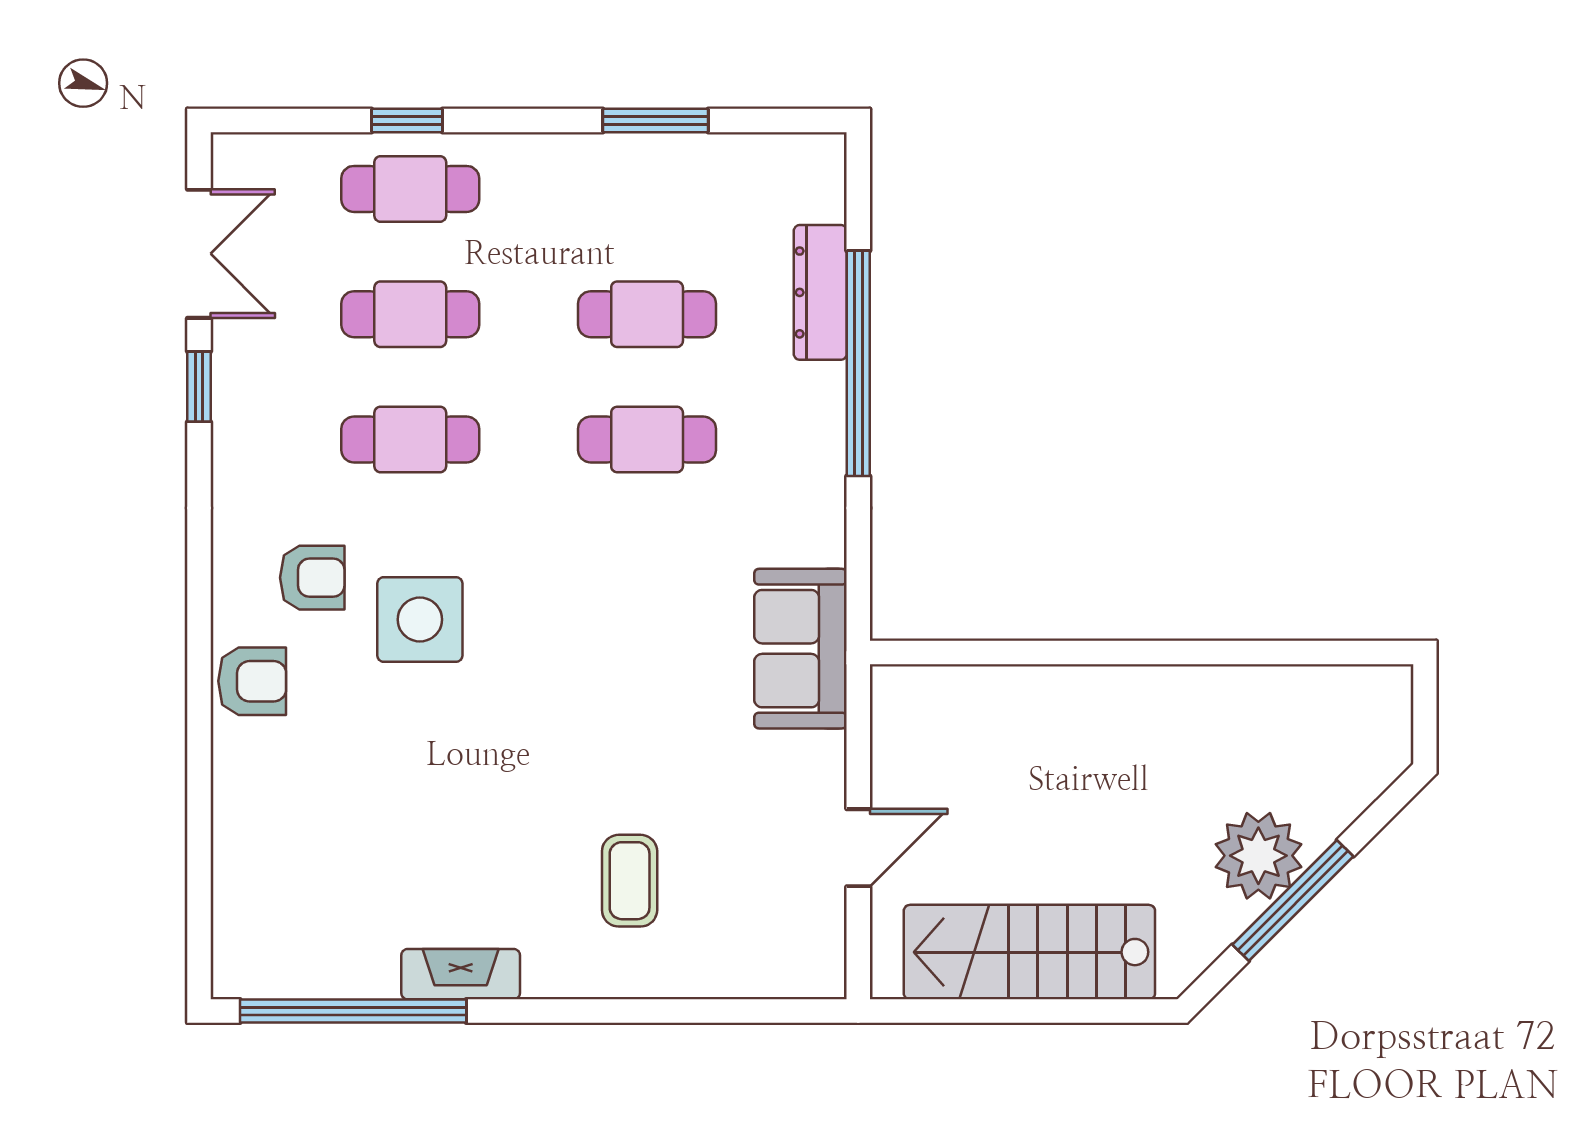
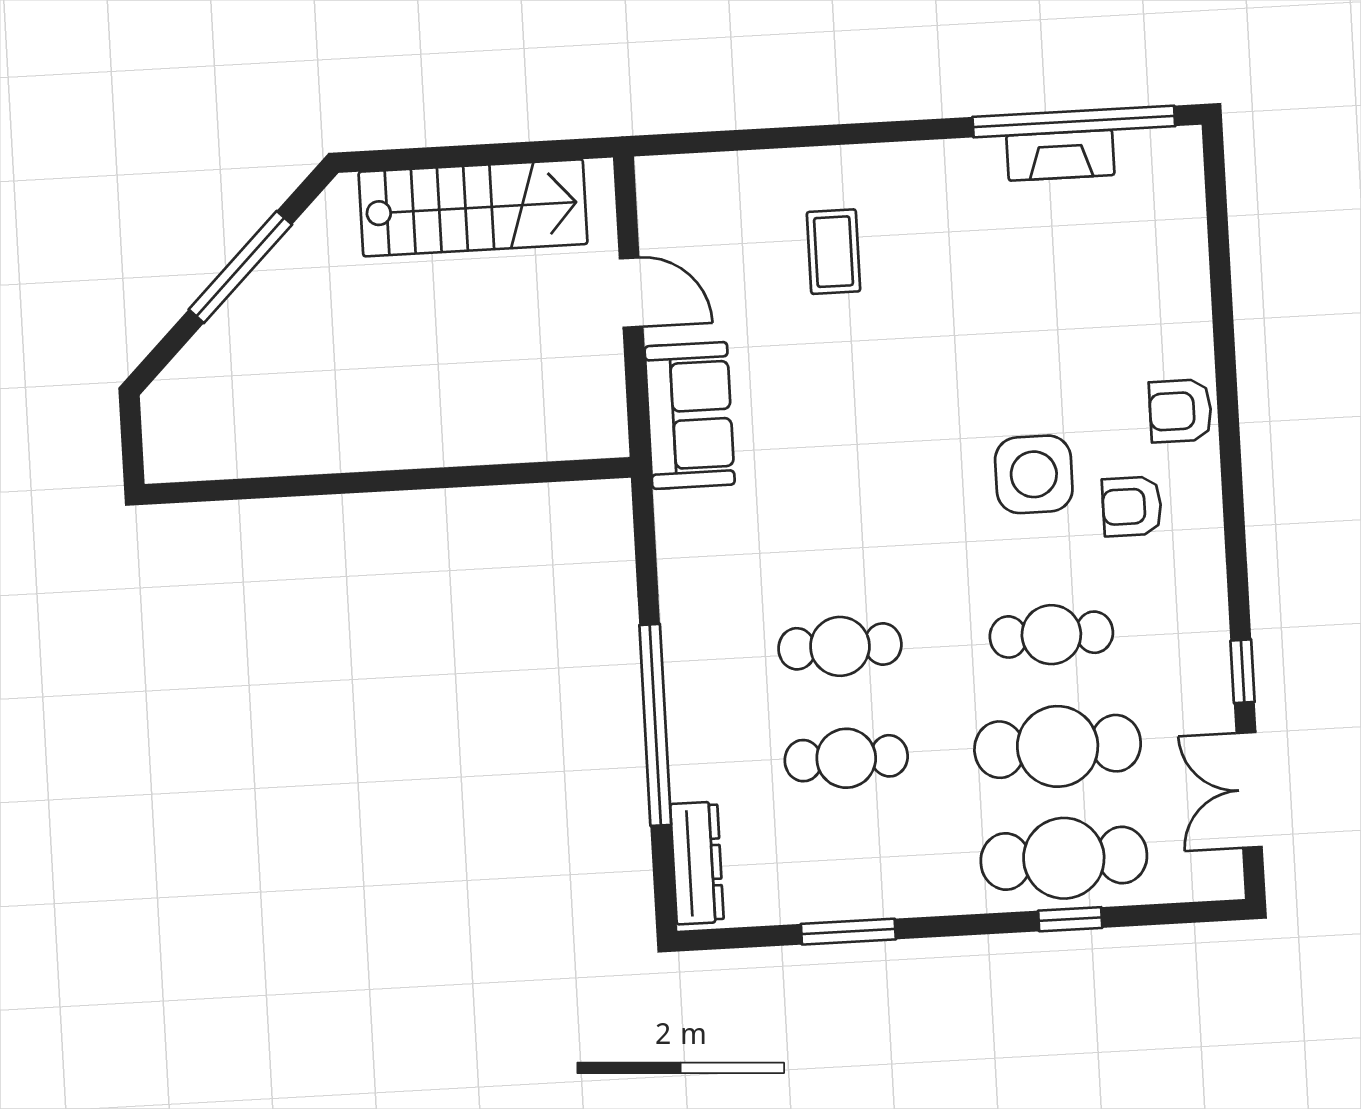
cafe table: (410, 189) -> (1064, 858), width x1.37, depth x1.35
dresser: (820, 292) -> (697, 863), moved
cafe table: (410, 314) -> (1058, 746), width x1.37, depth x1.35
sofa: (800, 649) -> (690, 415), moved
door: (858, 848) -> (631, 293), swing flipped
plant: (1258, 856) -> (273, 305), removed
fireplace: (461, 974) -> (1060, 155), moved

